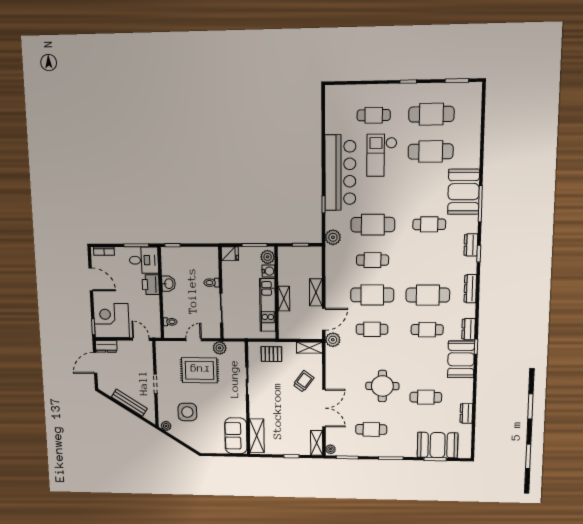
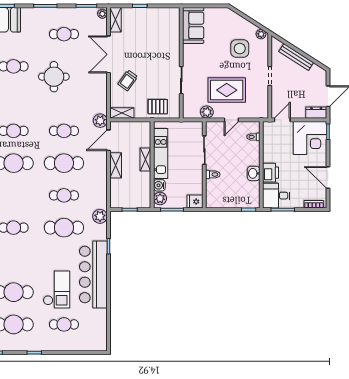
door: (141, 339) -> (282, 120), swing flipped
shelving: (257, 436) -> (173, 26), removed

